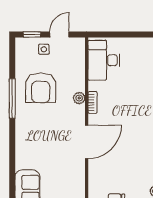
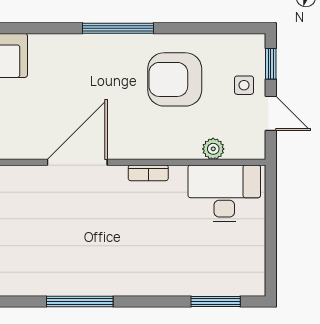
plant: (79, 98) -> (213, 149), moved
window: (12, 99) -> (118, 28), moved
door: (87, 142) -> (77, 162), swing flipped

